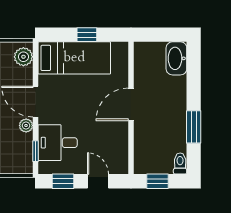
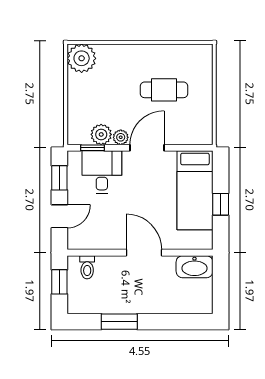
plant: (23, 57) -> (101, 134), moved
washbasin: (176, 58) -> (194, 267), moved, turned 180
toilet: (180, 164) -> (87, 267), moved, turned 90

